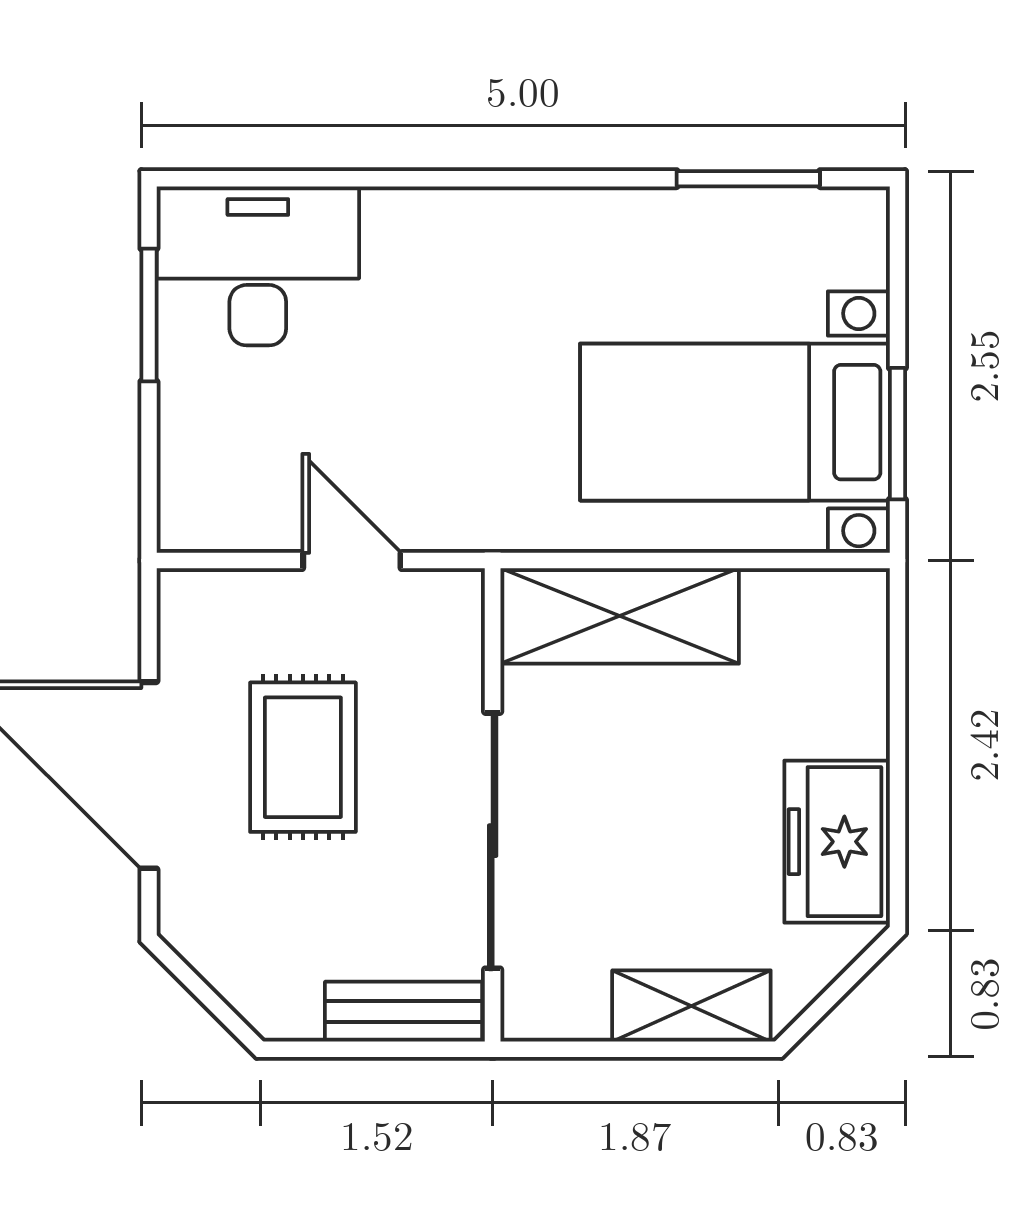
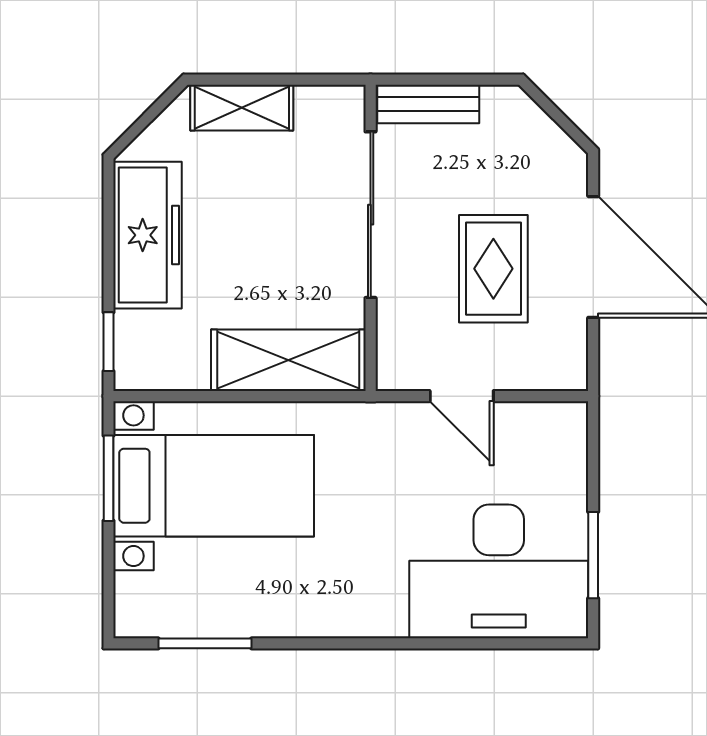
desk: (258, 266) -> (499, 571), width x1.36, depth x1.30
window: (897, 645) -> (108, 342), added
freezer: (837, 842) -> (148, 235), width x1.40

